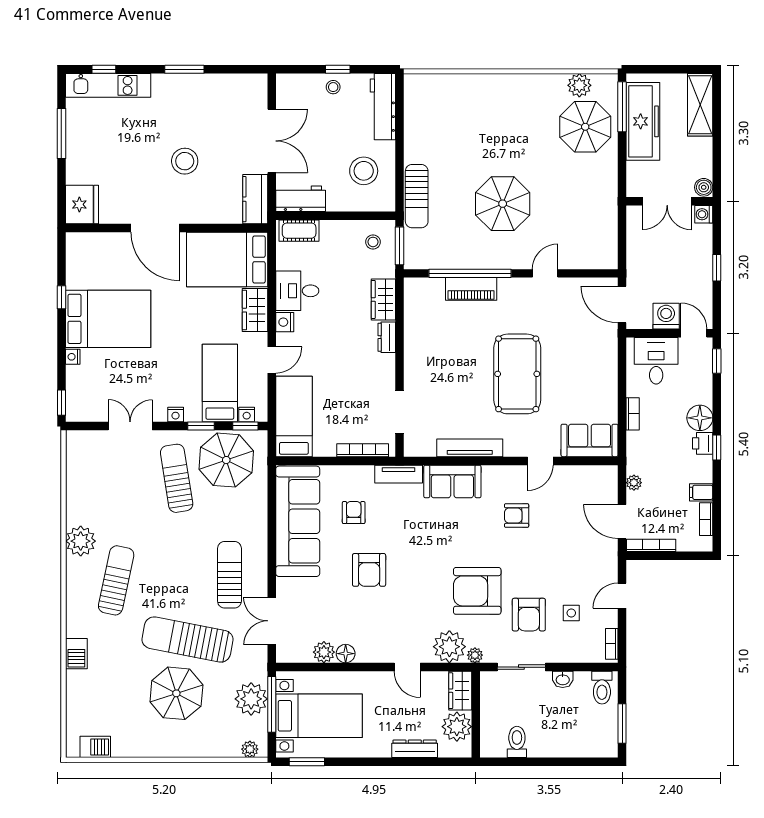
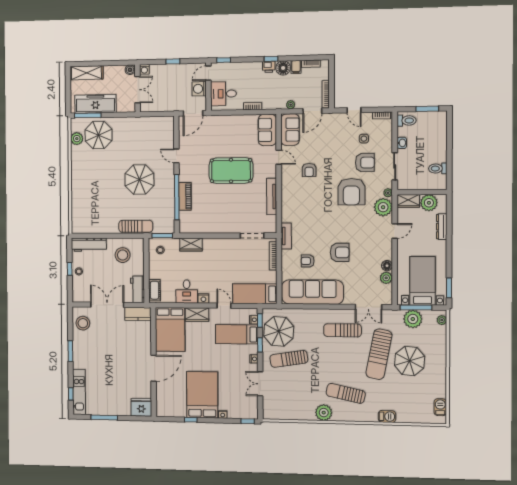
stool: (185, 161) -> (83, 323), moved
dresser: (387, 337) -> (211, 243), removed
floor lamp: (700, 418) -> (283, 68), moved
sofa: (452, 481) -> (290, 130), moved

